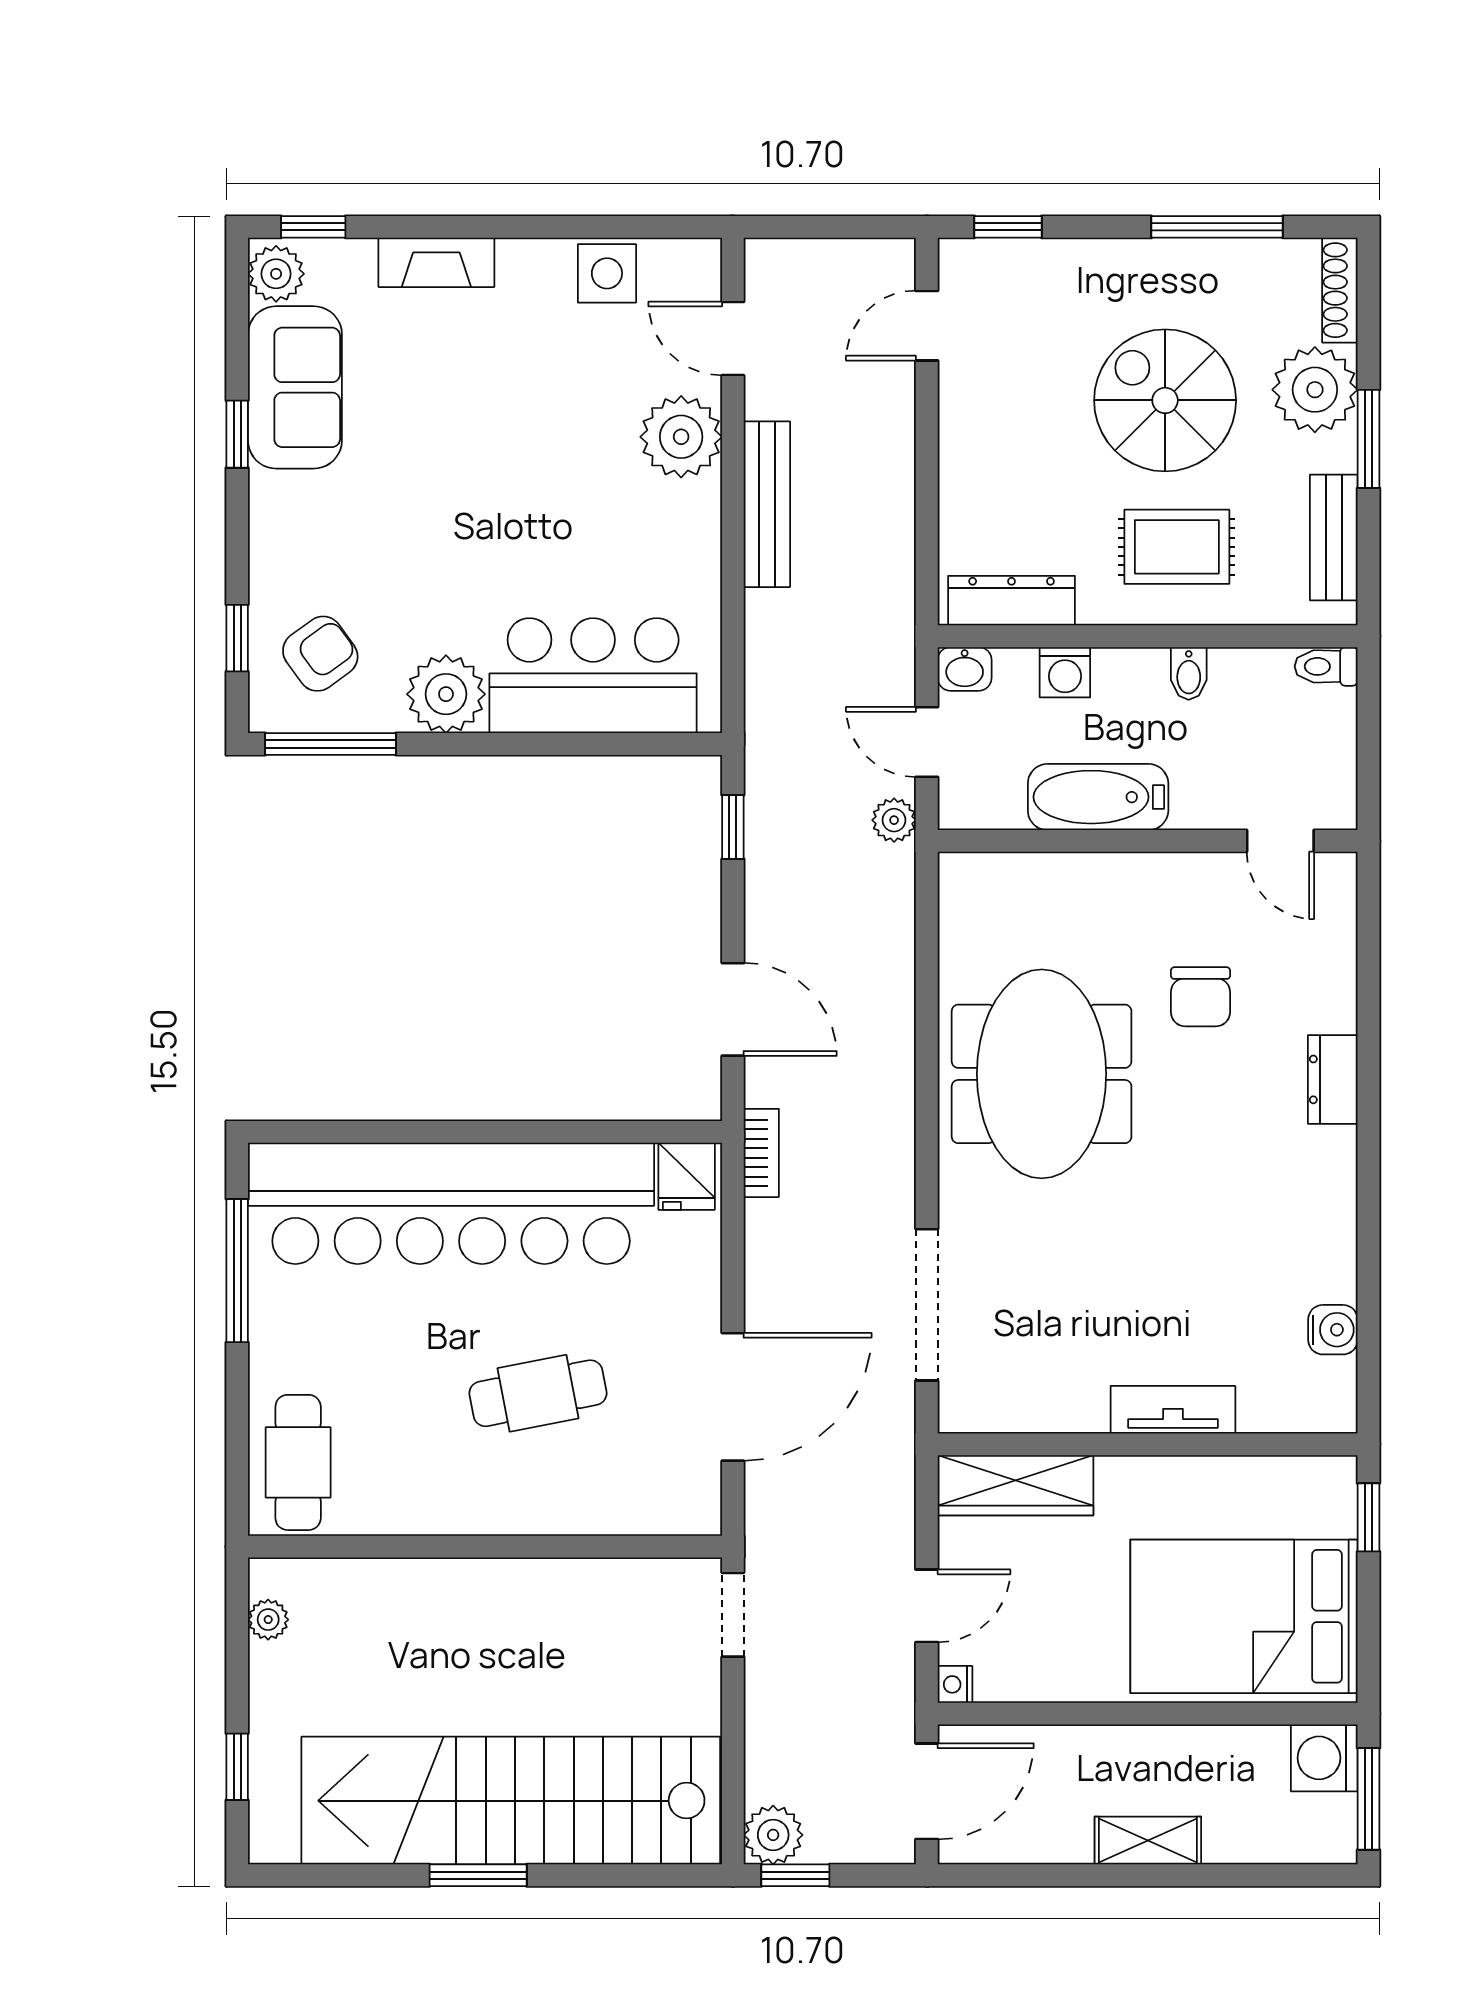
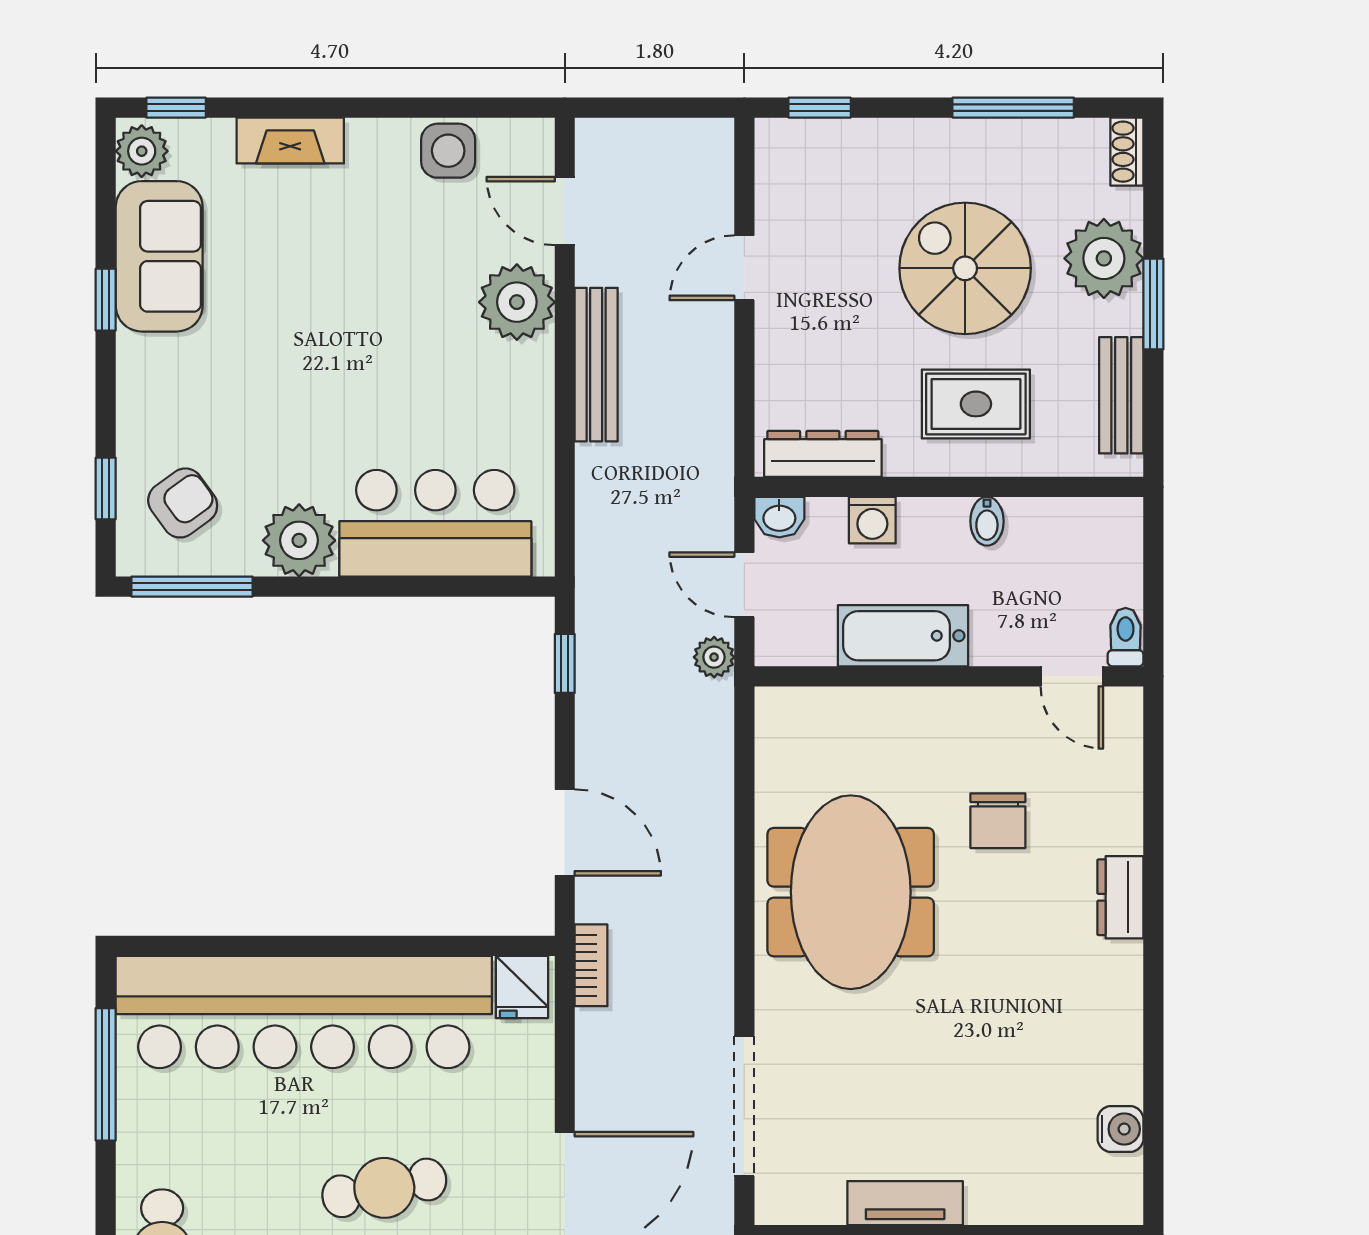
shoe rack: (1340, 290) -> (1127, 152), width x0.70
door: (927, 326) -> (744, 268), moved
toilet: (1326, 666) -> (1126, 637), moved, turned 90
tv unit: (1173, 1410) -> (905, 1203), moved

